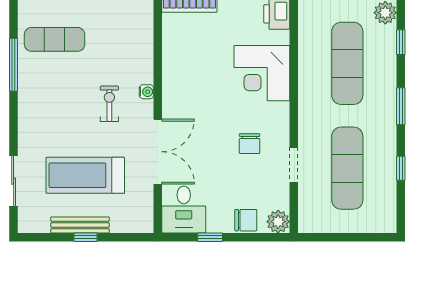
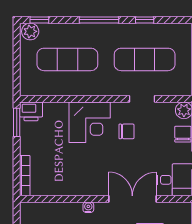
window: (401, 42) -> (39, 20), moved
corner desk: (262, 73) -> (90, 122), moved
window: (401, 106) -> (99, 20), width x1.44

